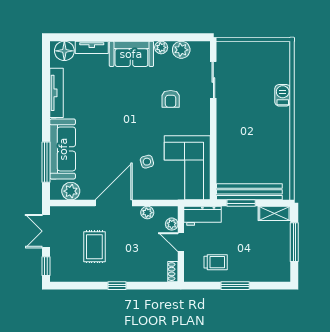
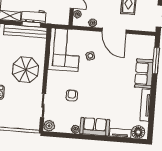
plant: (181, 50) -> (49, 126), moved
parasol: (245, 133) -> (25, 70), added
sofa: (63, 149) -> (144, 74), width x0.73
plant: (71, 191) -> (141, 41), removed
door: (114, 203) -> (114, 31), hinge flipped
workbench: (203, 216) -> (34, 16), moved

